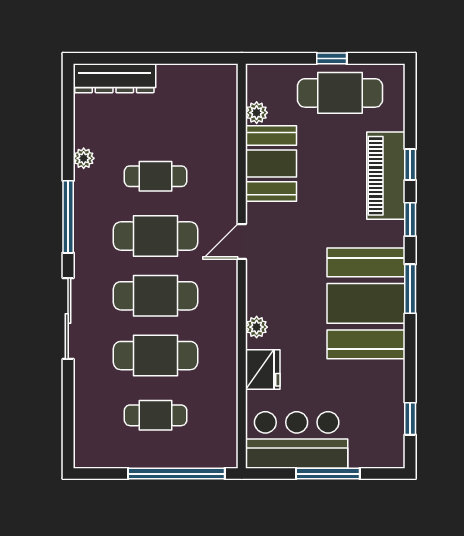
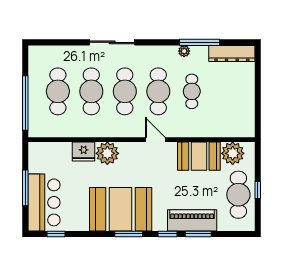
dresser: (114, 78) -> (232, 54), moved, turned -90
plant: (257, 113) -> (233, 153), width x1.88, depth x1.88
plant: (84, 158) -> (184, 51), moved
window: (410, 165) -> (198, 234), width x1.50
window: (68, 217) -> (199, 42), moved
plant: (257, 327) -> (107, 153), width x1.87, depth x1.87
cafe table: (156, 415) -> (58, 91), width x1.37, depth x1.35
bar counter: (297, 440) -> (44, 202), moved

